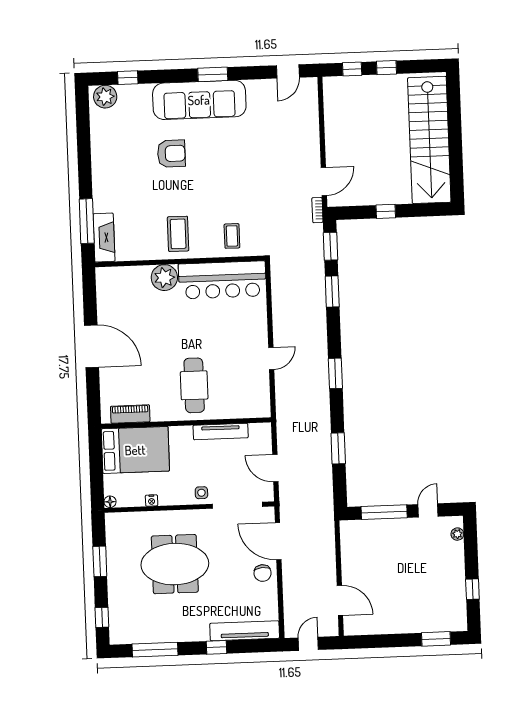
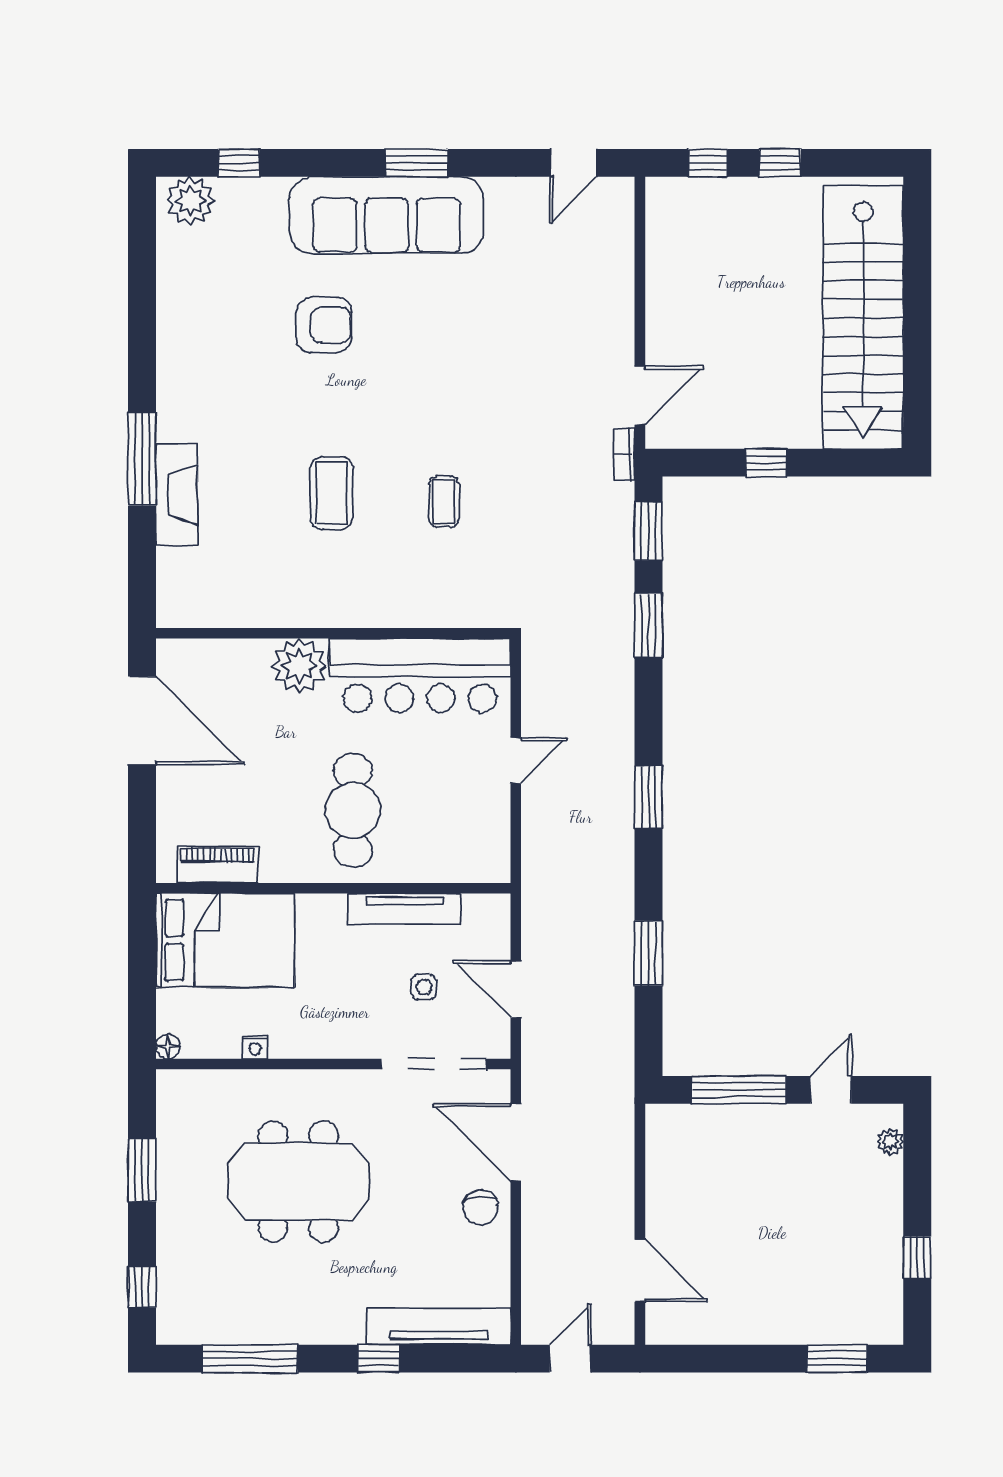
wall: (180, 261) -> (333, 633), moved
plant: (164, 278) -> (299, 666), moved
bar counter: (222, 280) -> (420, 675), moved
side table: (201, 493) -> (424, 987), moved

